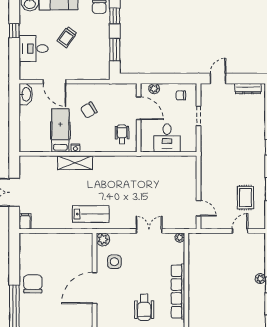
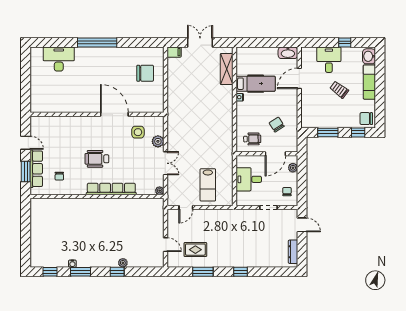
chair: (89, 110) -> (277, 125), moved
shelving: (75, 163) -> (227, 69), moved
lab bench: (91, 214) -> (208, 185), moved
plant: (103, 239) -> (158, 141), moved
chair: (33, 284) -> (145, 73), moved

